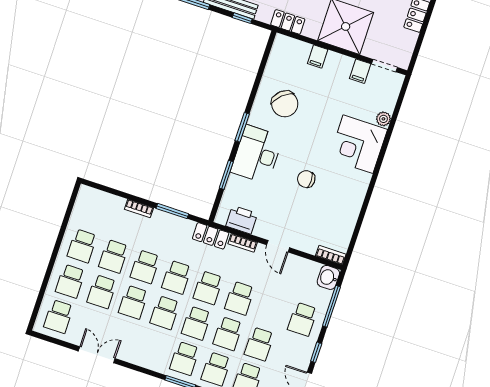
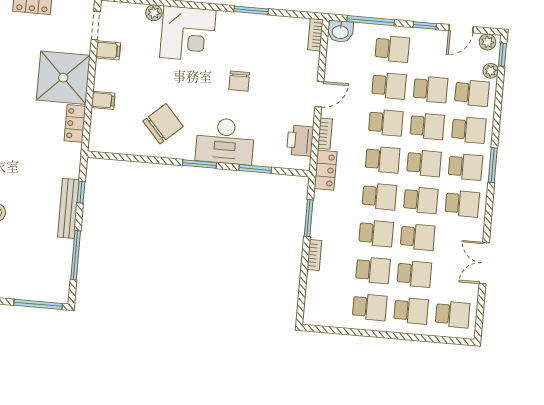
locker: (288, 22) -> (75, 123), moved
window: (365, 204) -> (251, 10), added
school desk: (271, 309) -> (389, 86), added
school desk: (153, 348) -> (462, 204), added

